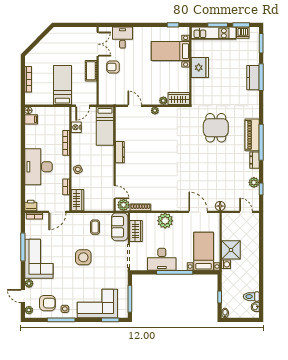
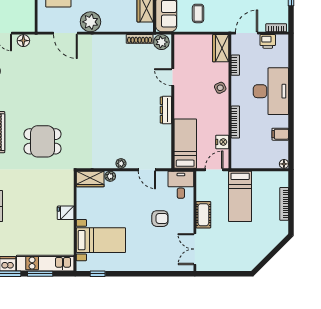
desk: (122, 38) -> (181, 185), moved, turned 180
armchair: (113, 67) -> (160, 219), moved
fridge: (200, 68) -> (66, 213), width x0.53, depth x0.75
filing cabinet: (31, 119) -> (280, 134), moved
dining table: (216, 128) -> (43, 141), turned 90
door: (115, 192) -> (173, 77), moved
printer: (31, 205) -> (268, 41), moved
floor lamp: (220, 206) -> (23, 41), moved
plant: (165, 221) -> (90, 22), moved

